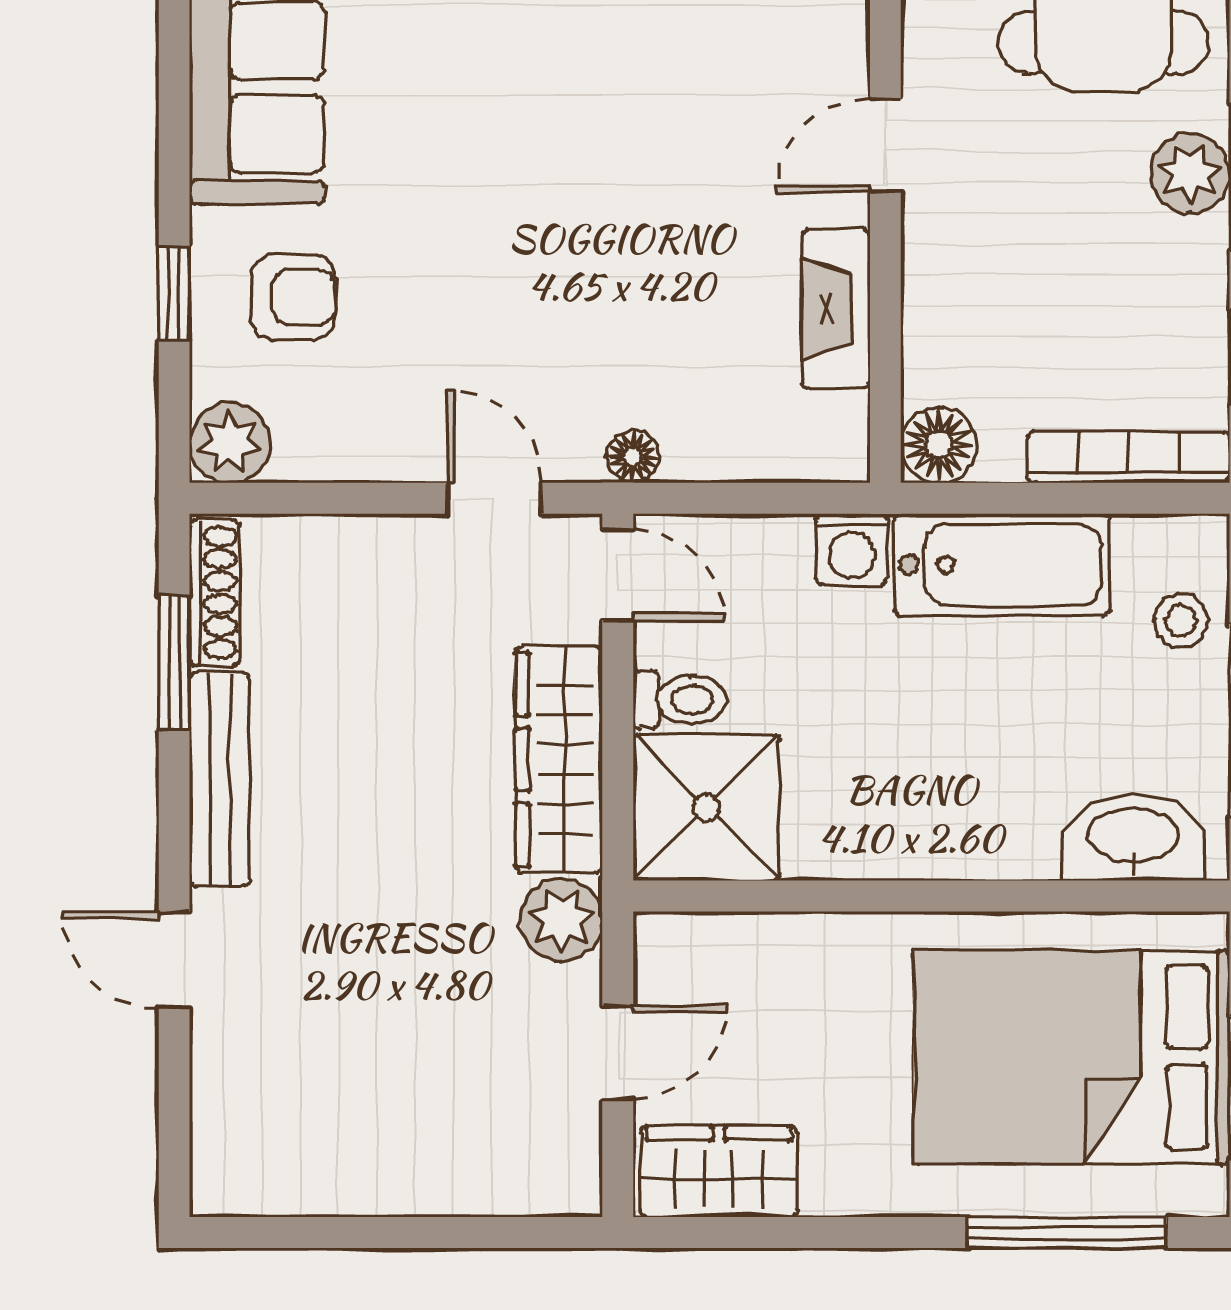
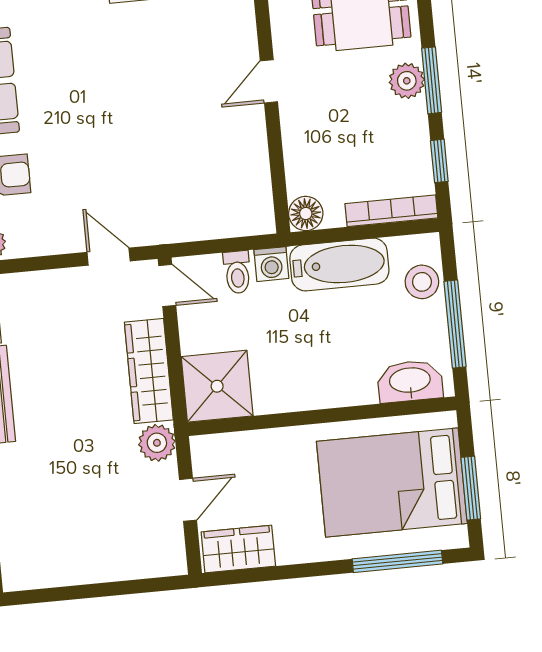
fireplace: (836, 309) -> (254, 157), removed
floor lamp: (633, 457) -> (169, 232), removed
stool: (1181, 621) -> (422, 282), width x1.37, depth x1.37
toilet: (679, 700) -> (237, 272), moved, turned 90

